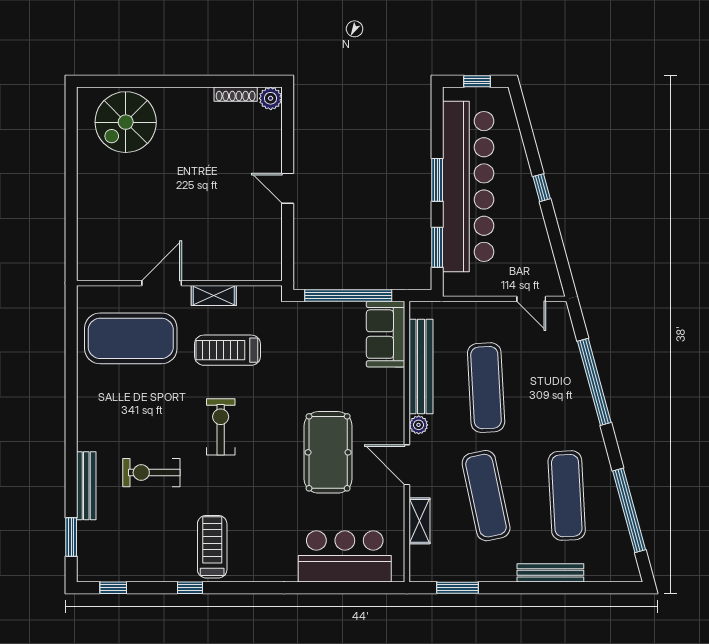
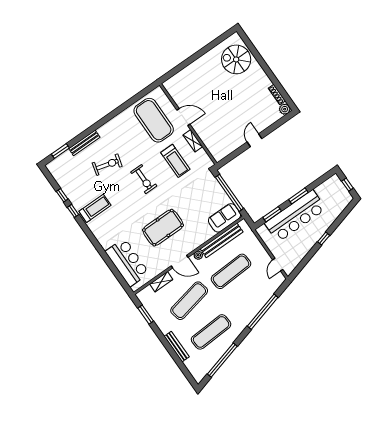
bar counter: (468, 186) -> (295, 216), width x0.73
treadmill: (228, 350) -> (175, 161), turned 180
exercise bike: (221, 427) -> (144, 179), turned 90
door: (407, 465) -> (180, 262), swing flipped
exercise bike: (151, 473) -> (107, 165), turned 105
window: (113, 588) -> (62, 195), moved

